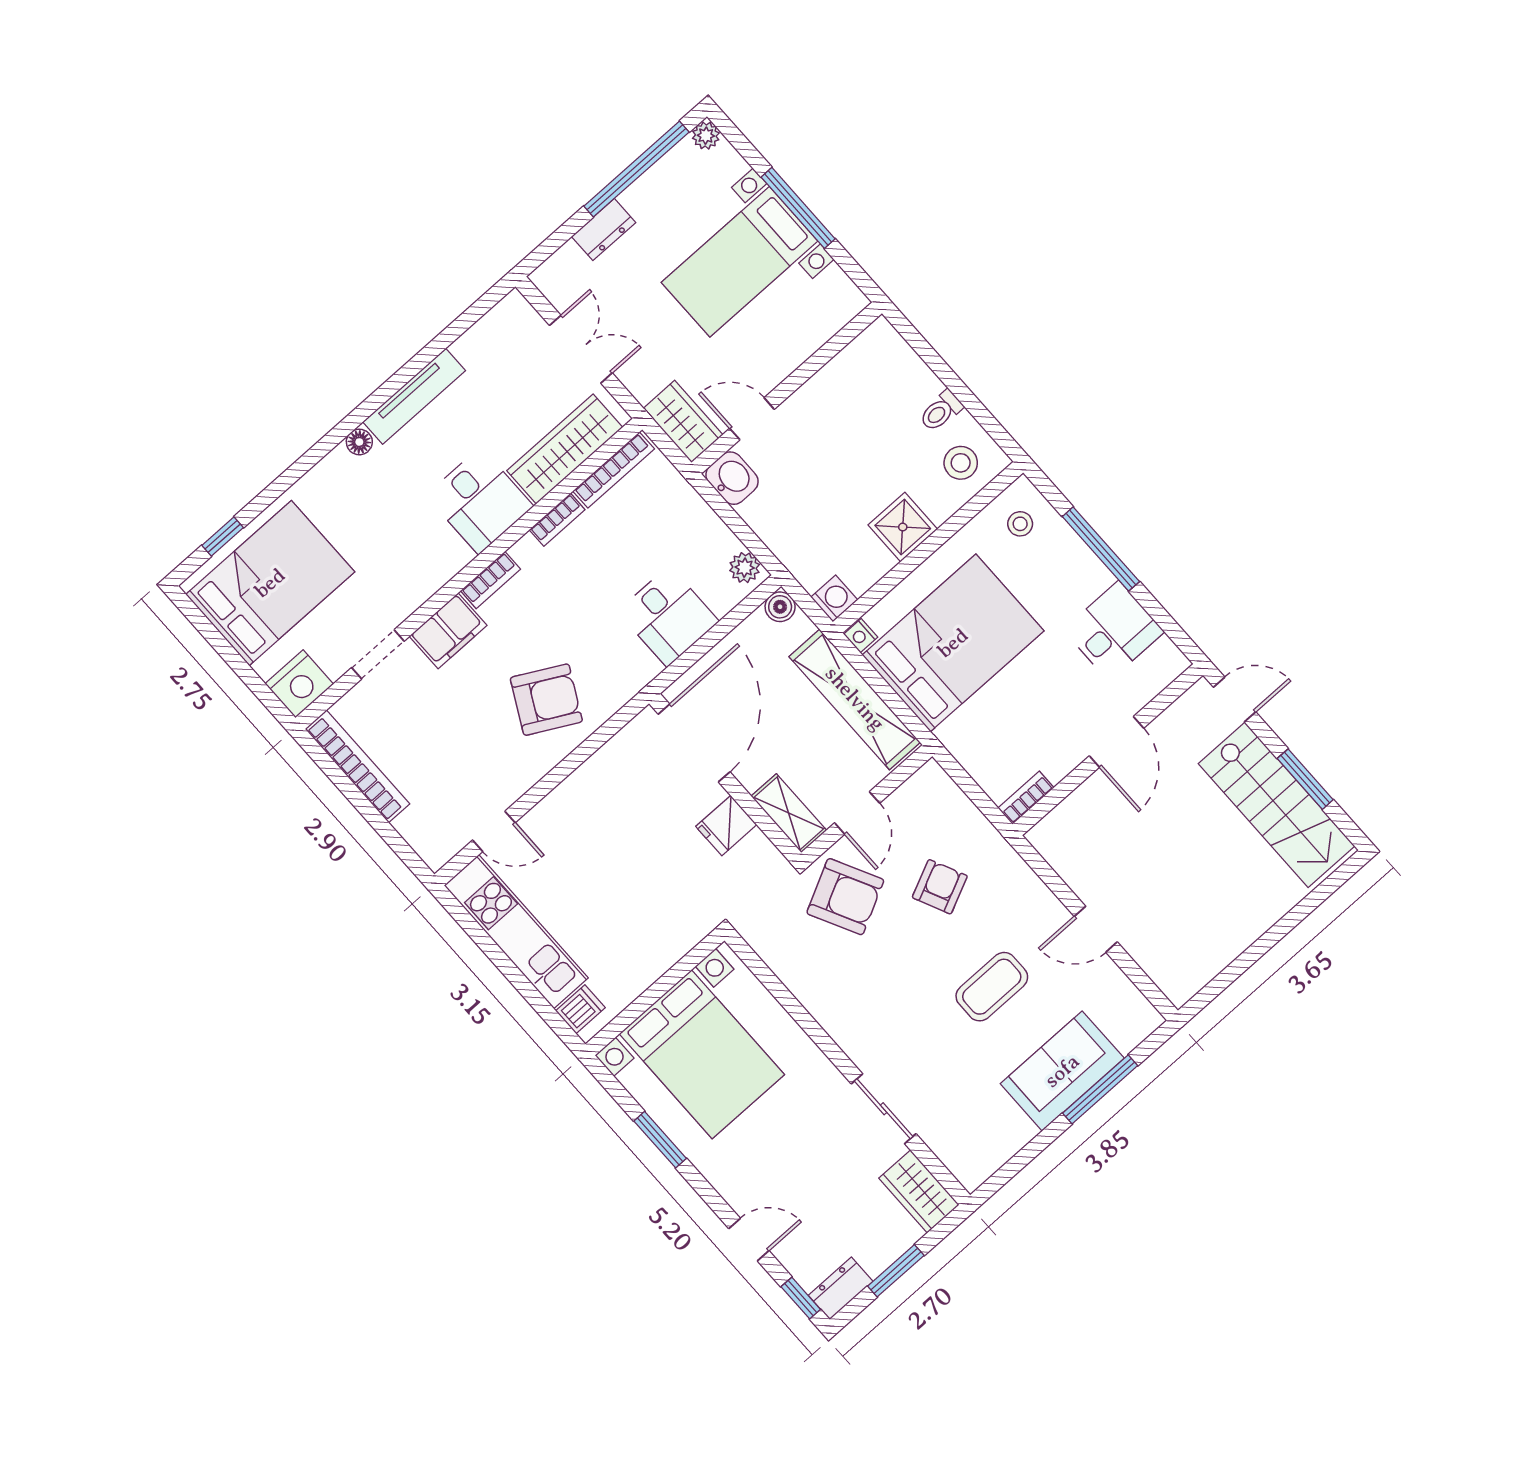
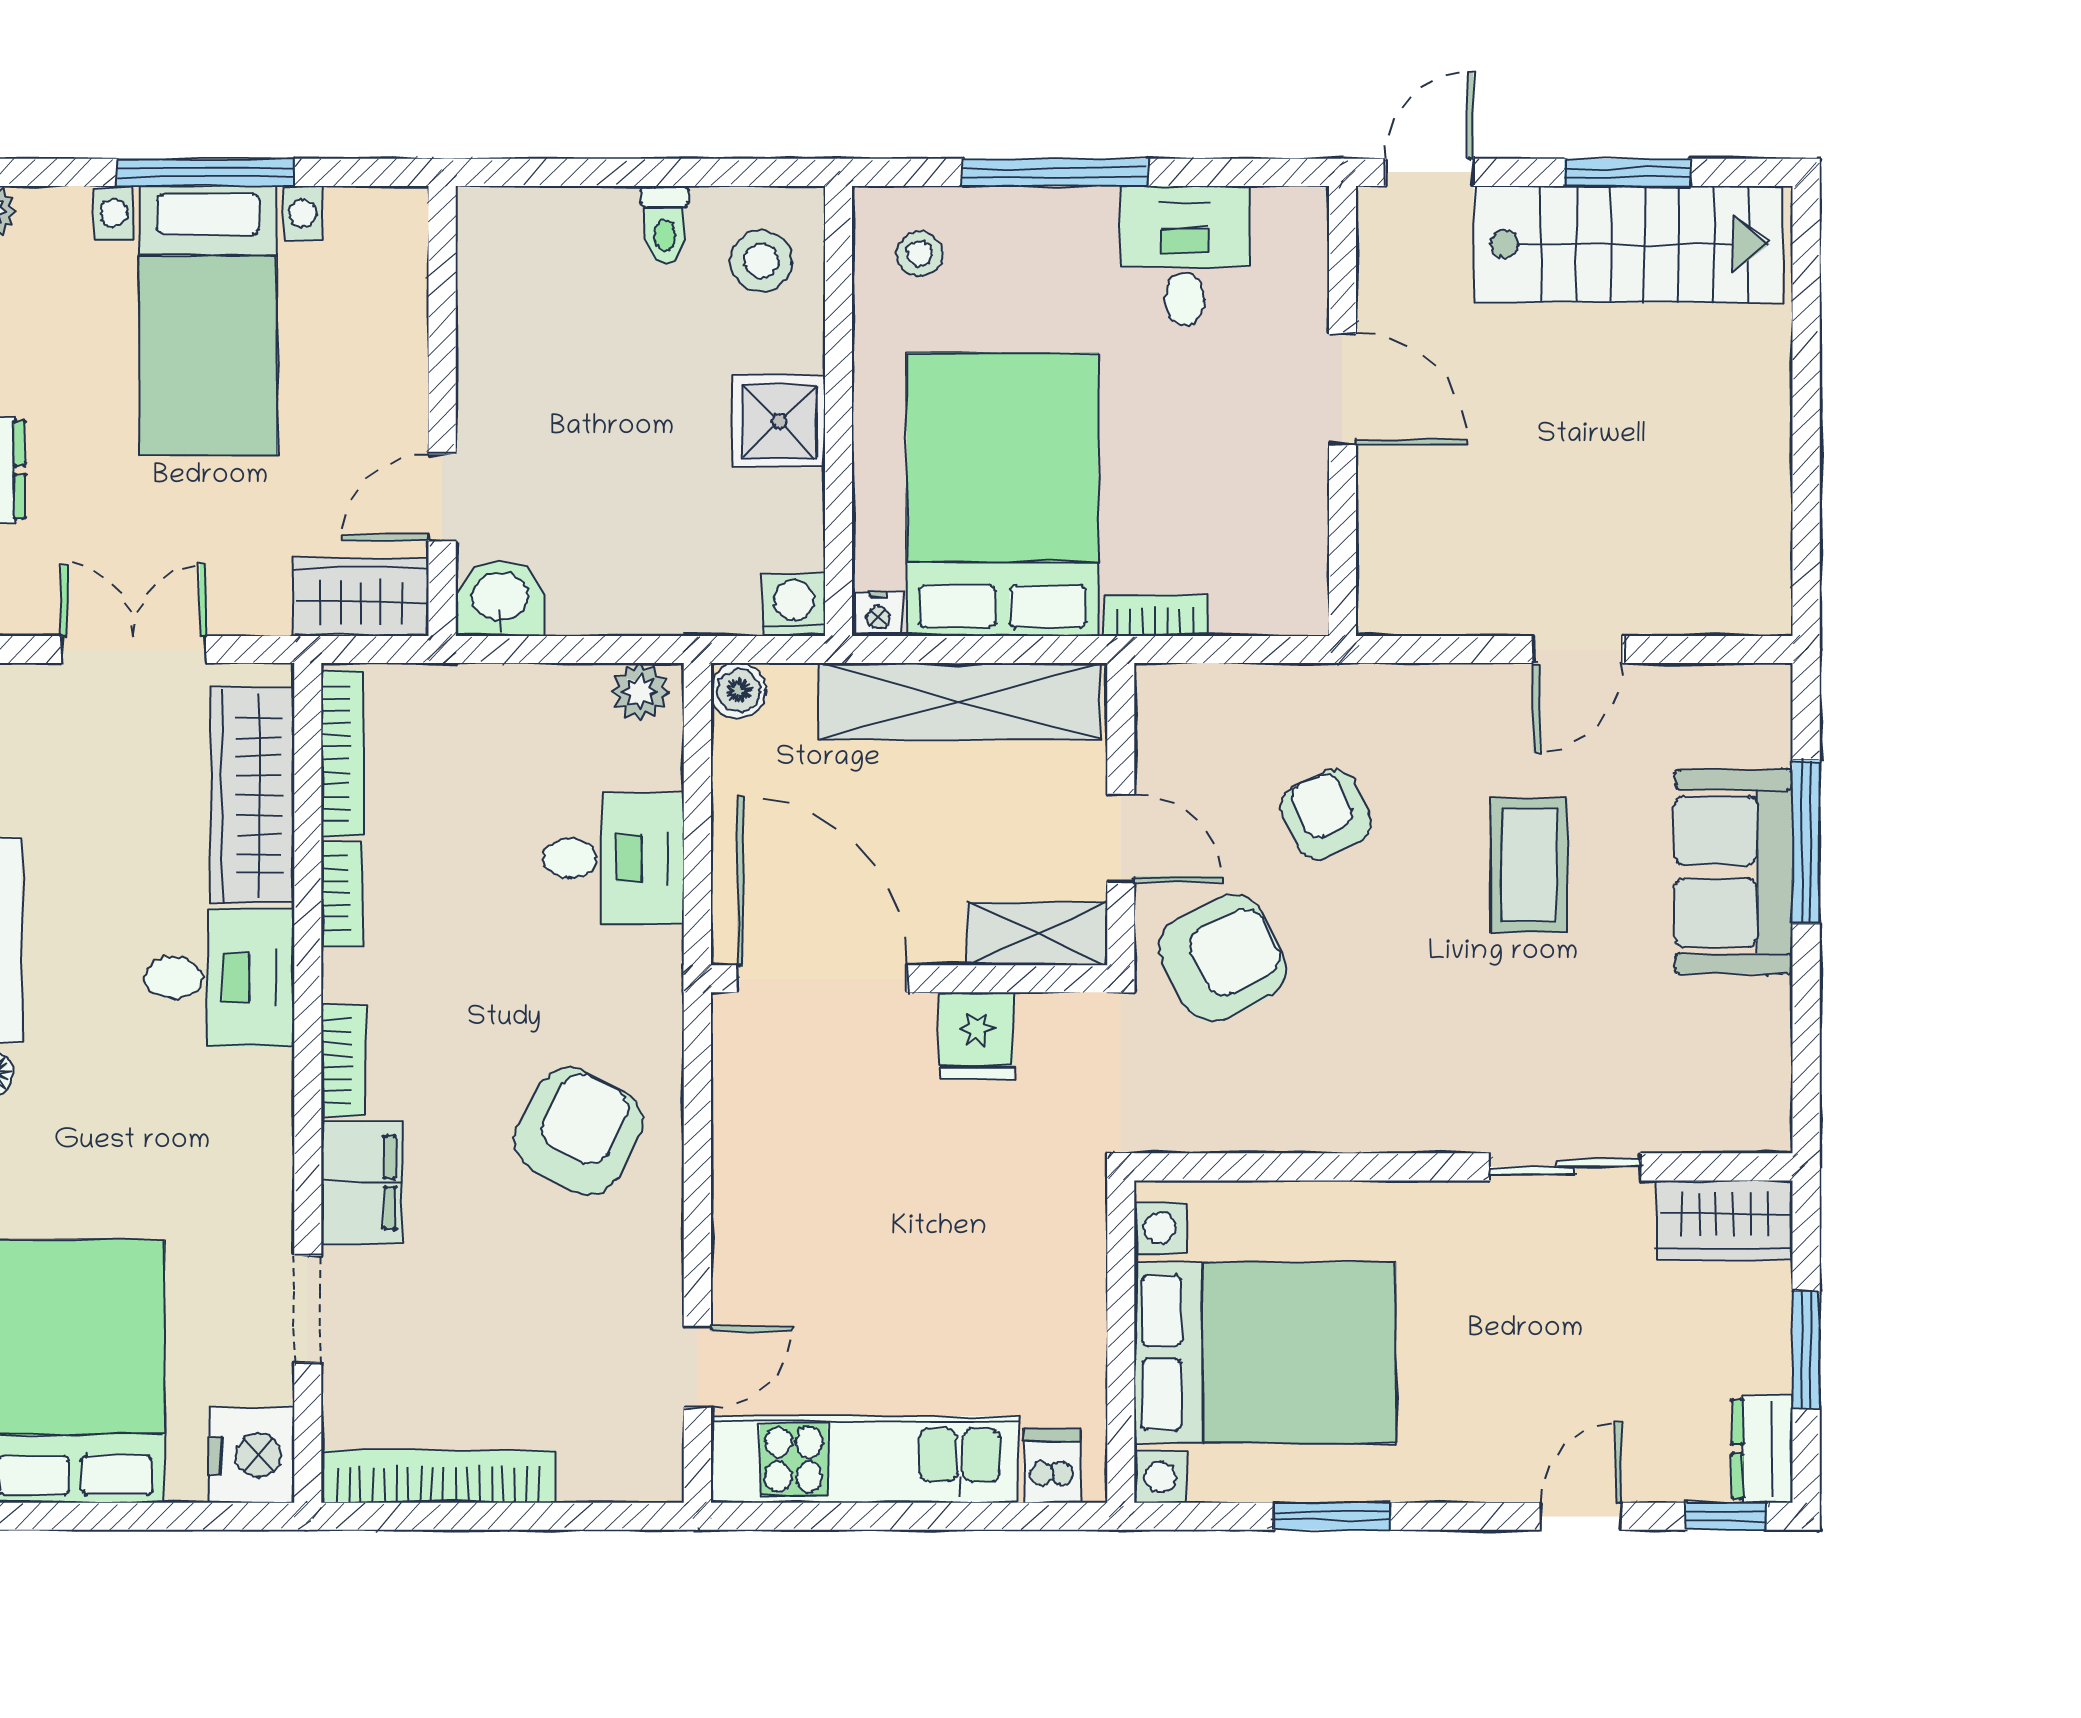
bookcase: (1026, 798) -> (1155, 615), moved, turned 90

